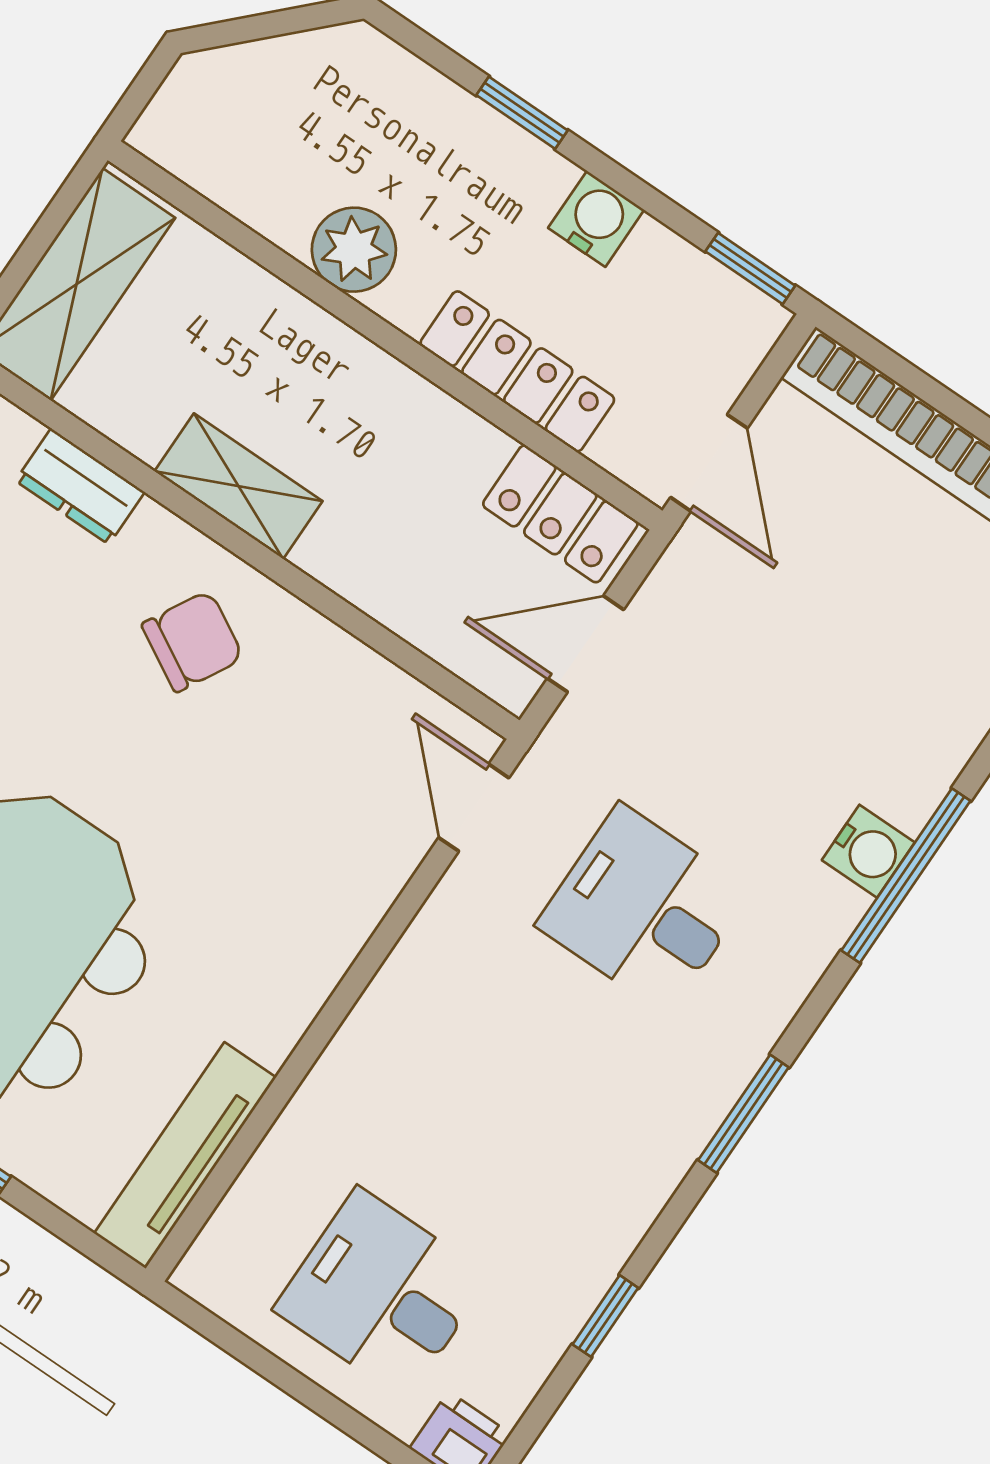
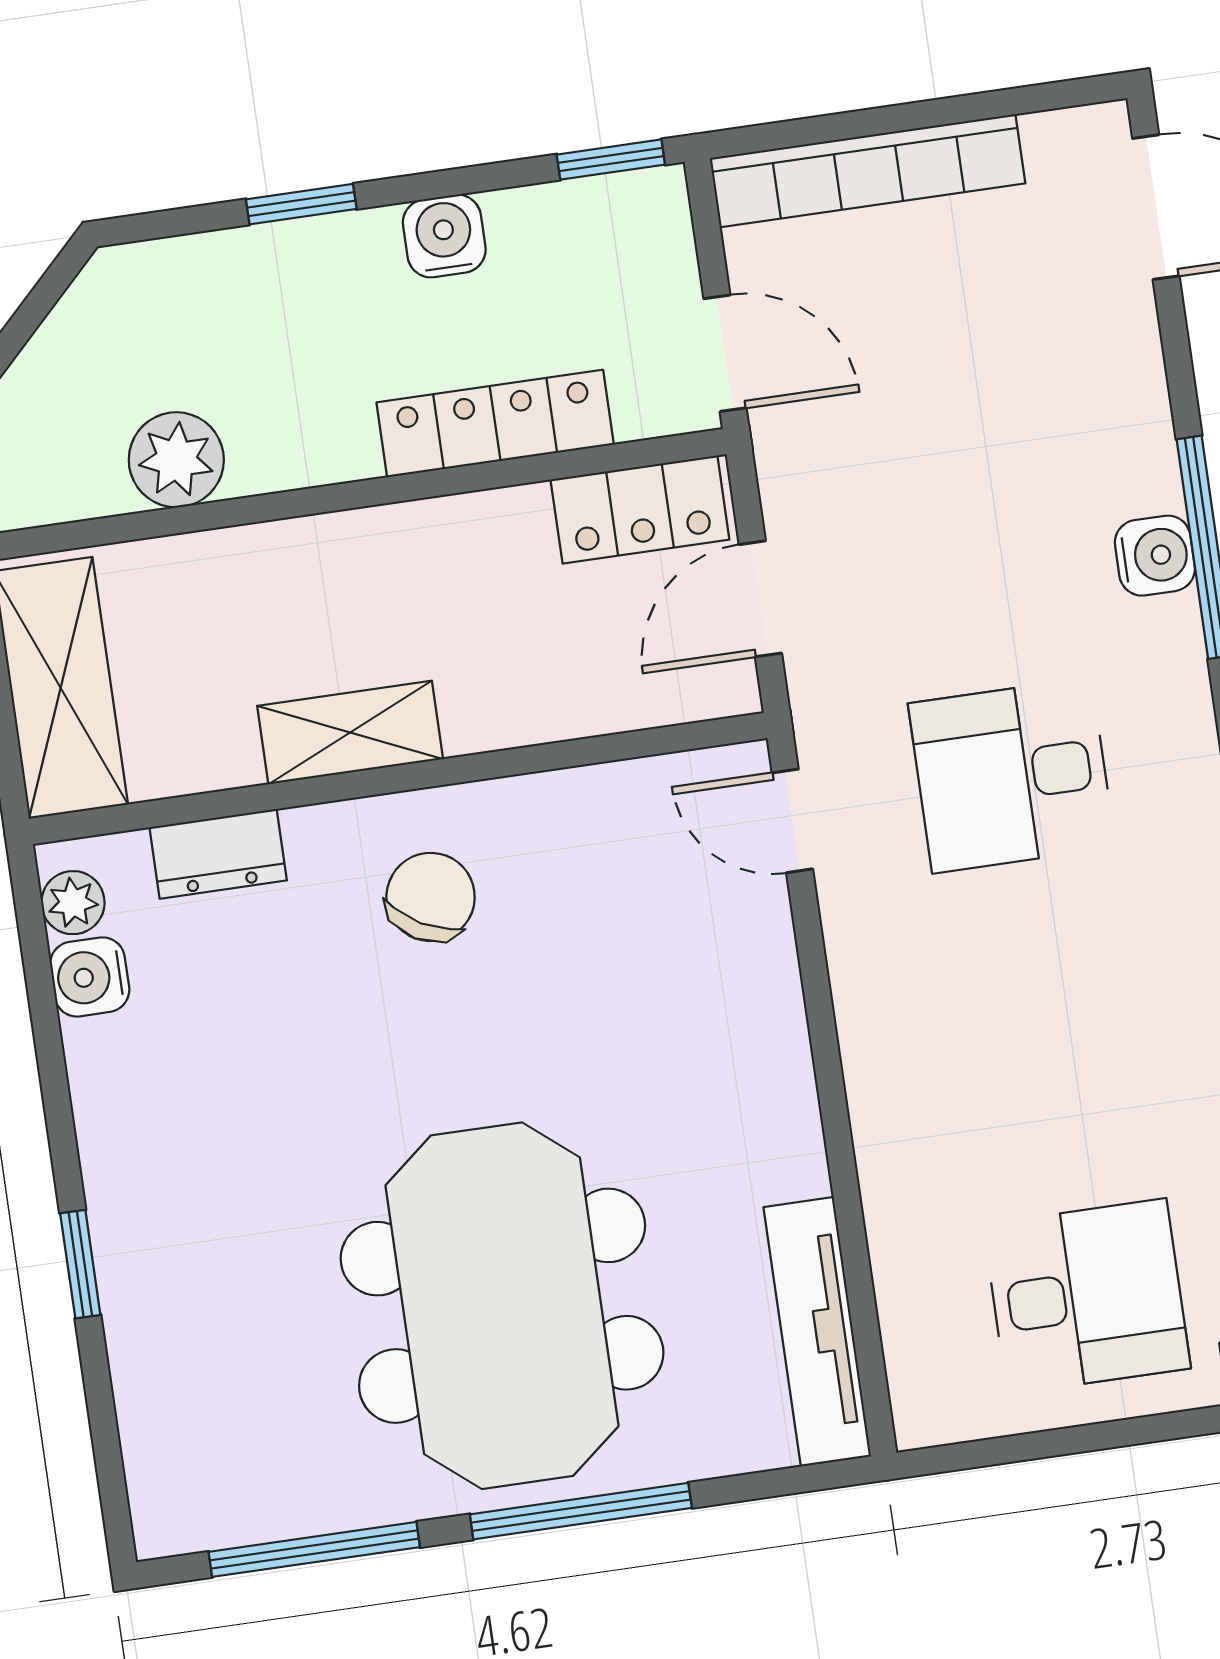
plant: (354, 250) -> (176, 460), moved
desk: (382, 1293) -> (1087, 1296), turned 180

